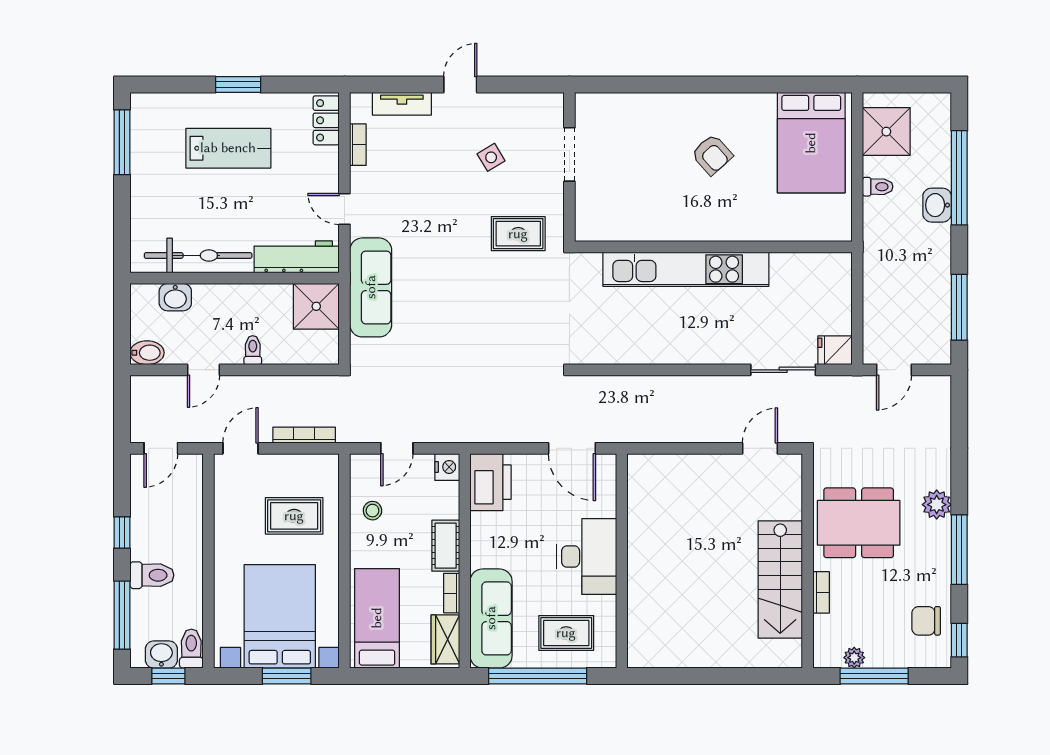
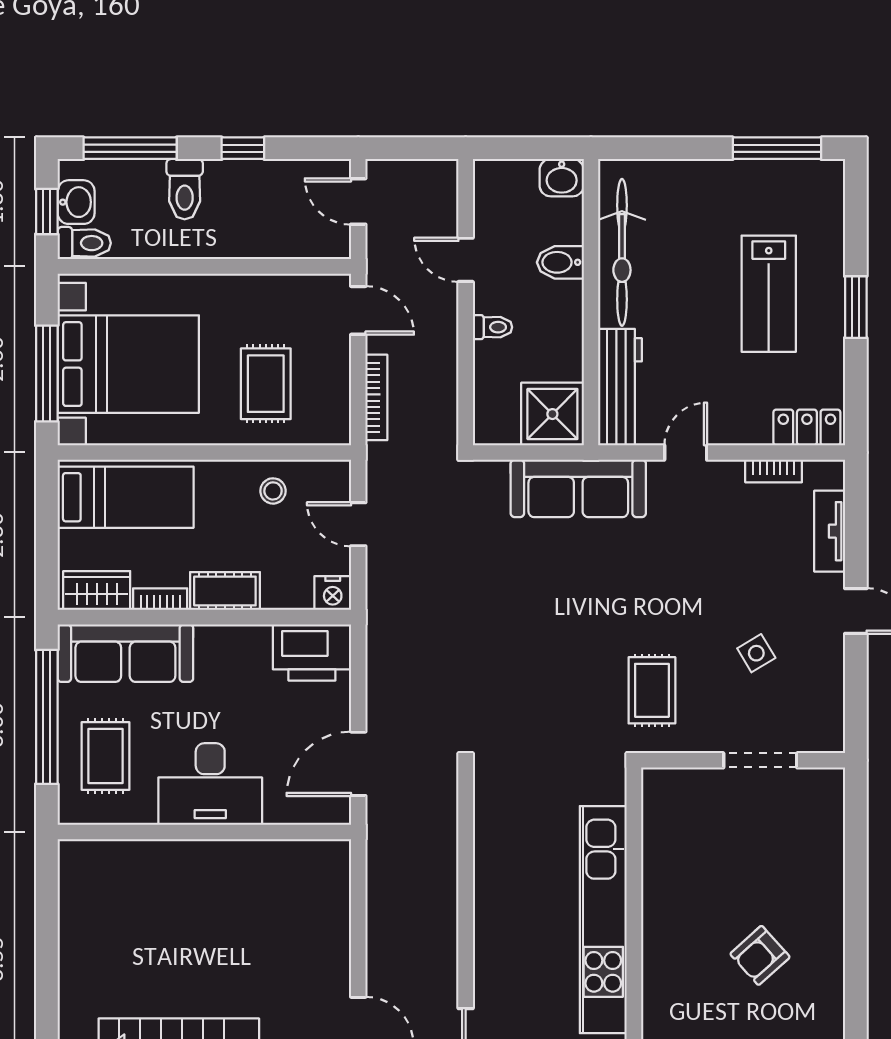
washbasin: (175, 297) -> (562, 178), moved, turned -90
bidet: (147, 353) -> (560, 262), moved, turned 90
window: (287, 676) -> (47, 373), width x1.44

